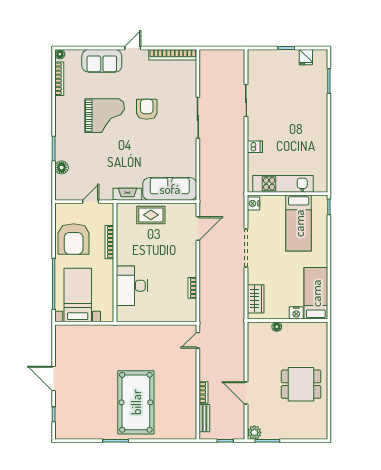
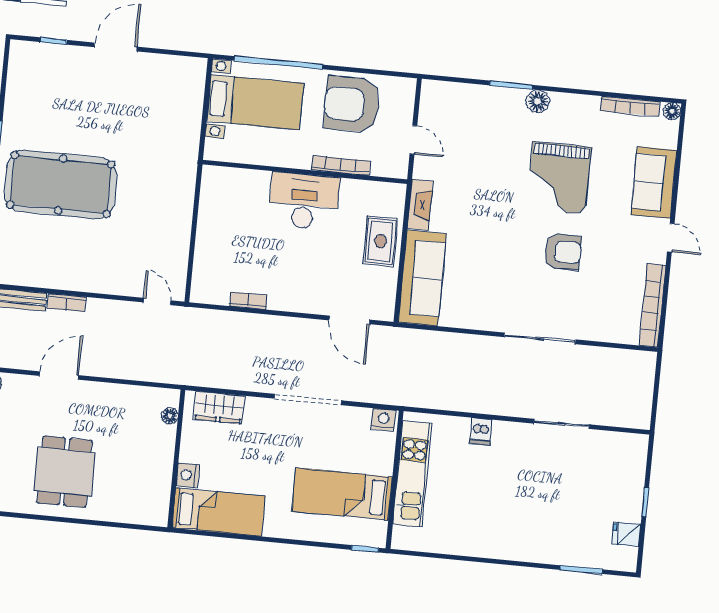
floor lamp: (62, 167) -> (538, 101), moved
desk: (132, 286) -> (304, 201), moved
floor lamp: (277, 327) -> (170, 416), moved

